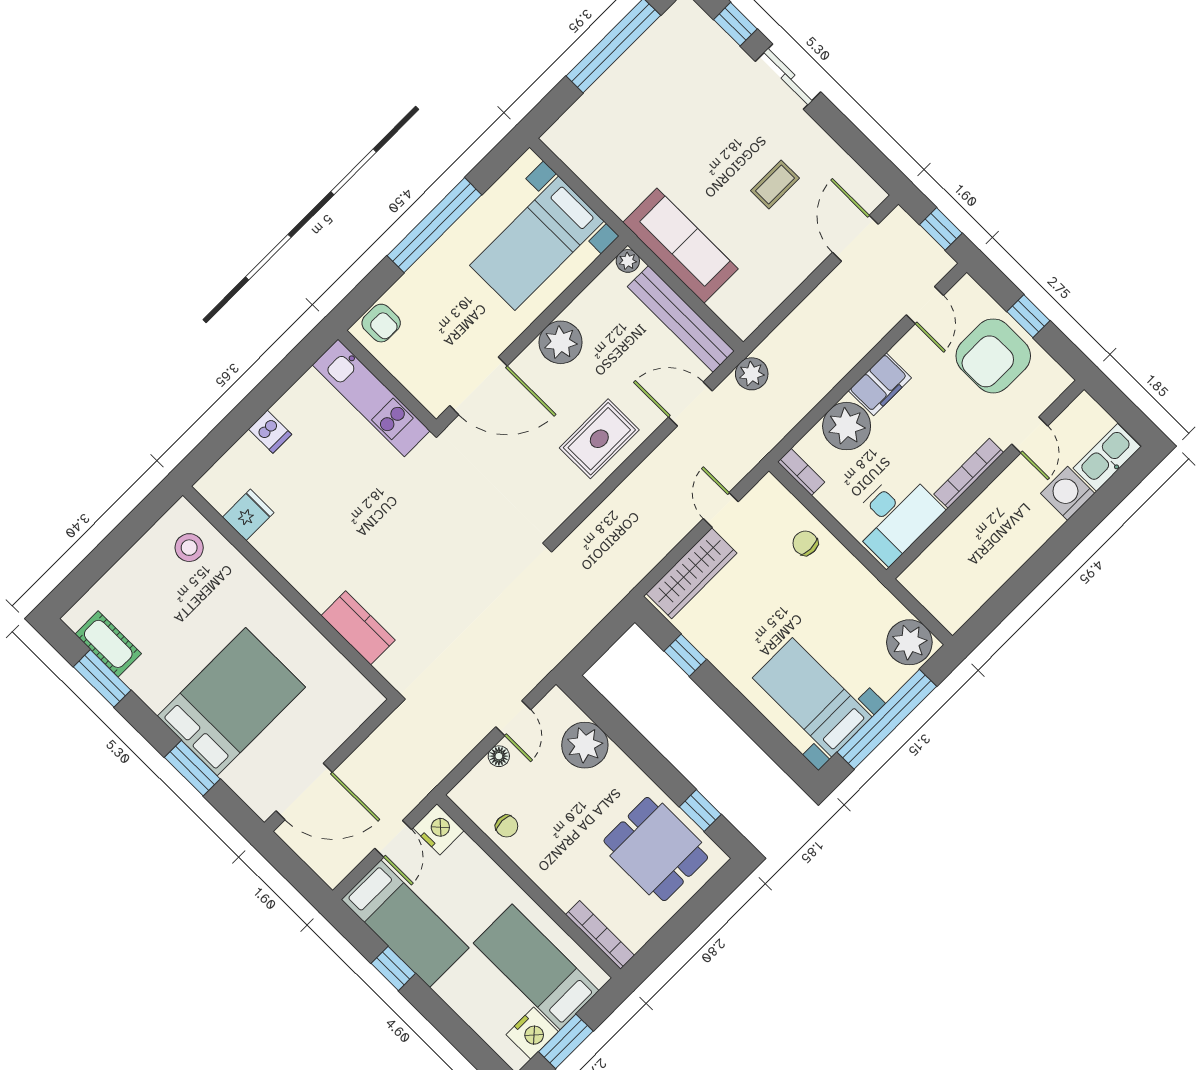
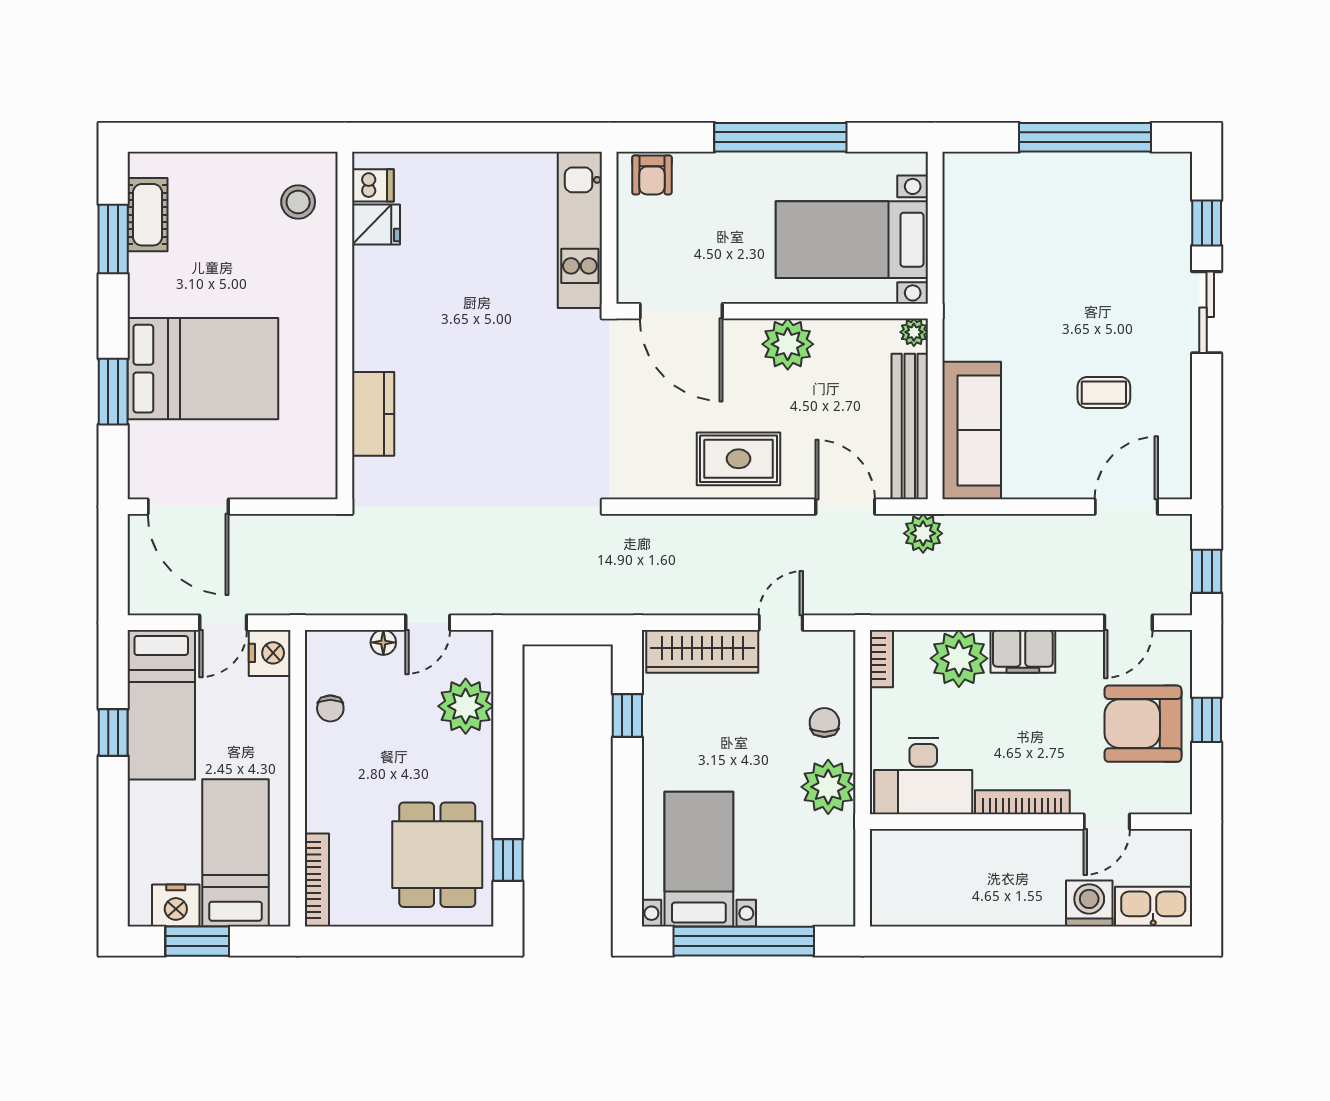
sofa: (680, 246) -> (972, 430), moved
dishwasher: (270, 432) -> (373, 185), moved, turned -90
plant: (909, 642) -> (828, 787), moved

